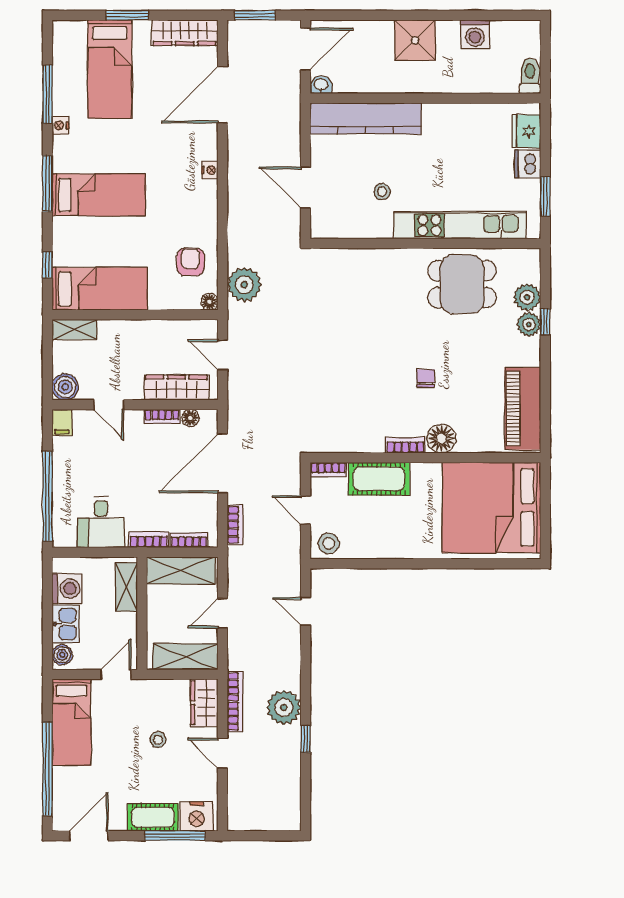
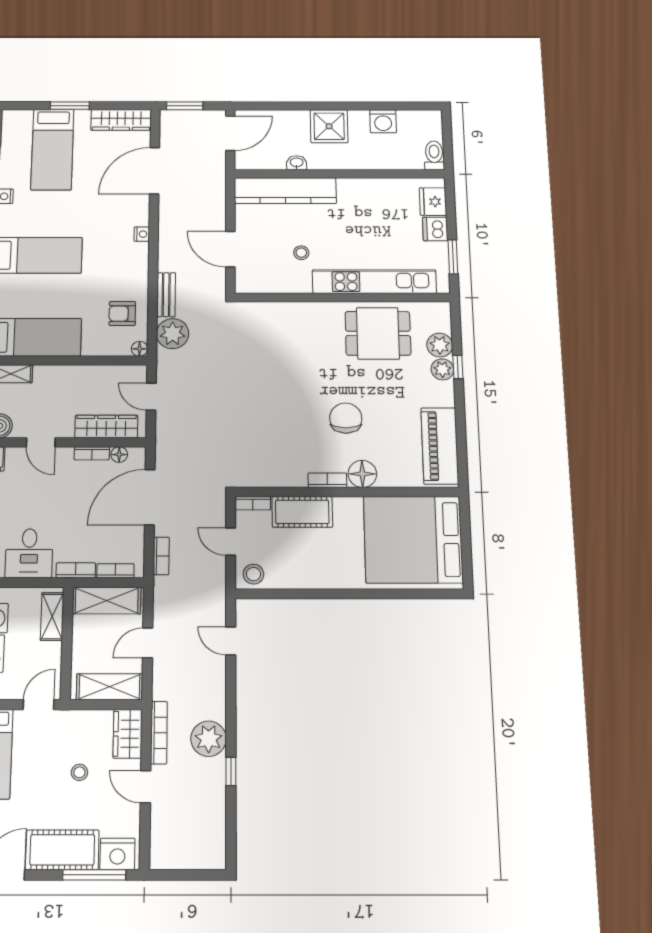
washbasin: (321, 85) -> (297, 163), moved
bench: (237, 240) -> (166, 295), added
armchair: (190, 262) -> (122, 314), turned -90
chair: (426, 378) -> (346, 418), width x1.87, depth x1.87
cot: (153, 817) -> (62, 850), width x1.37, depth x1.34

